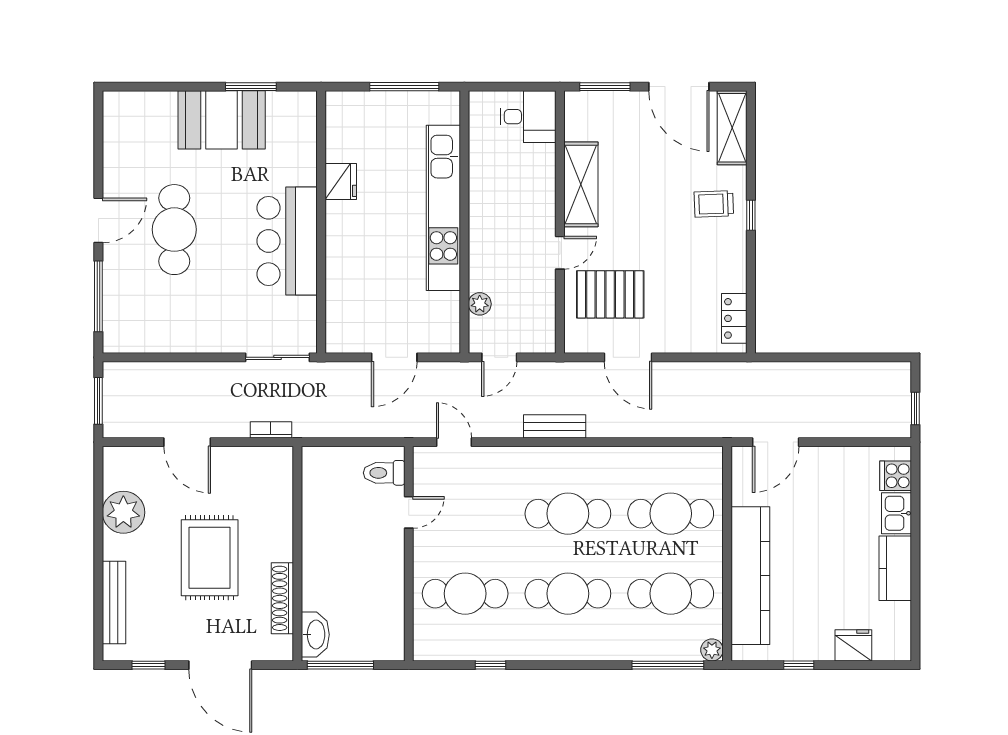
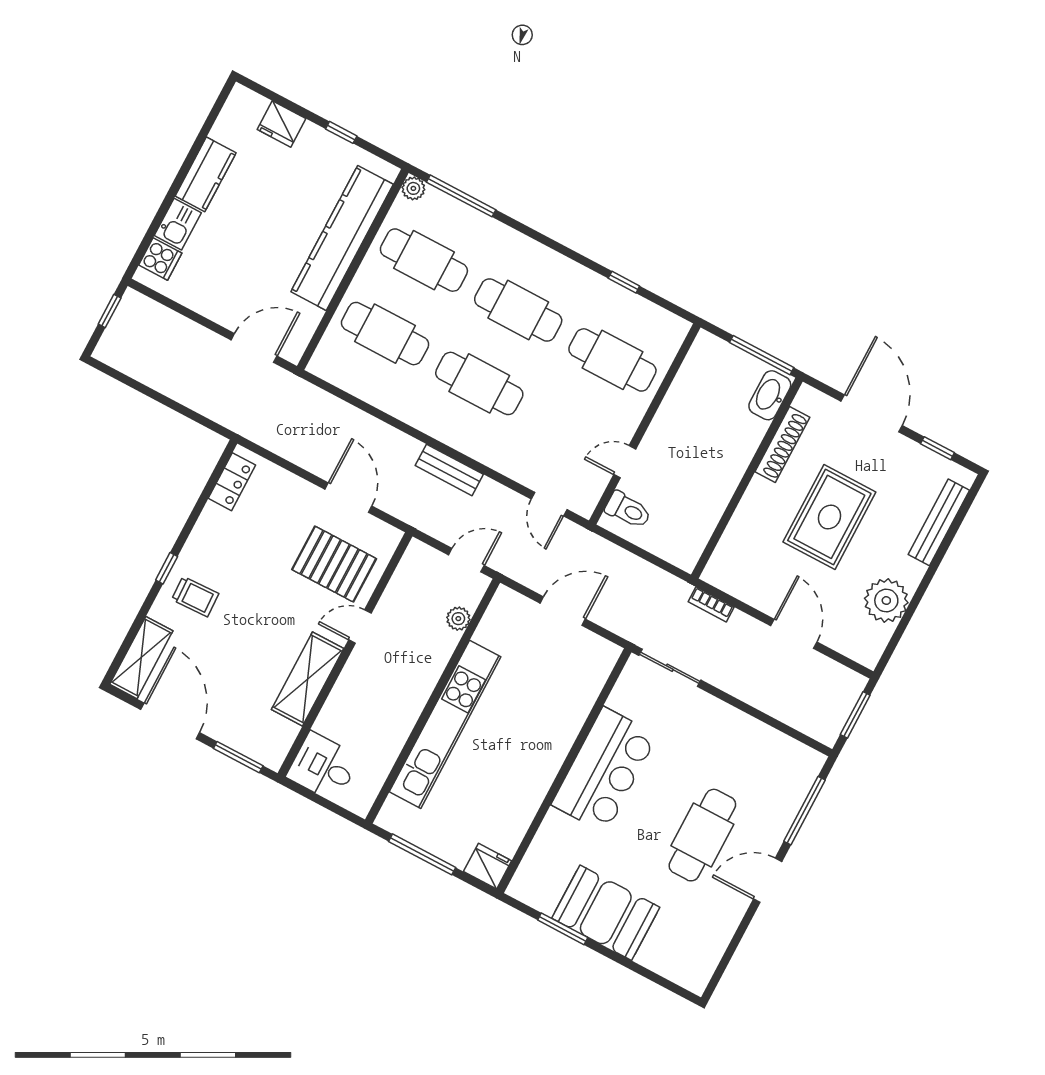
fridge: (341, 181) -> (488, 866), moved, turned 90

